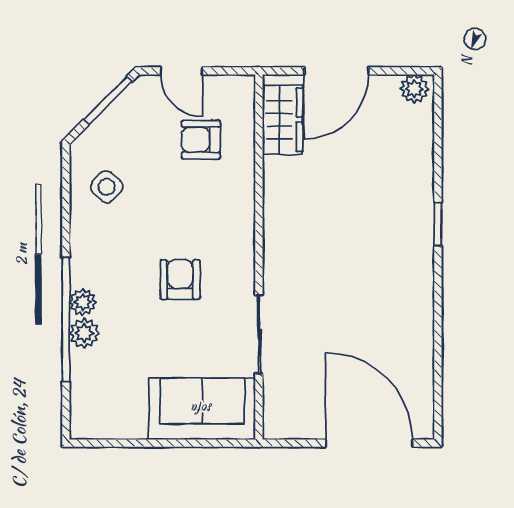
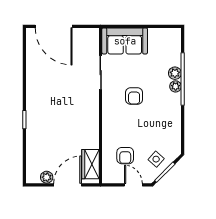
plant: (414, 89) -> (47, 177), moved
armchair: (201, 140) -> (125, 156), turned 90
side table: (107, 187) -> (156, 159), moved

